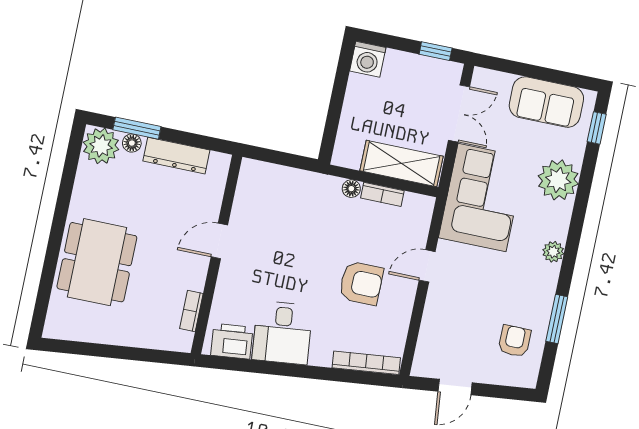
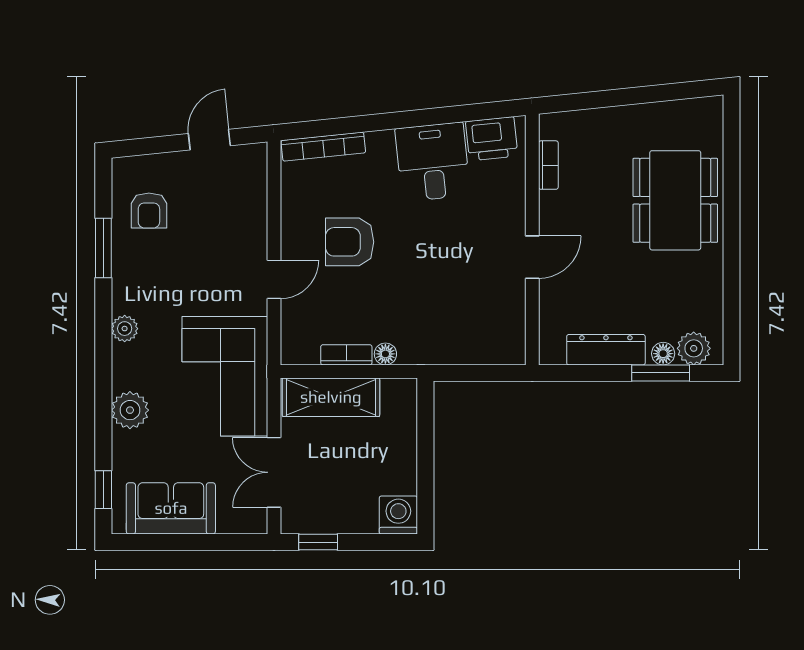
plant: (101, 146) -> (694, 348), width x0.73, depth x0.73
plant: (558, 180) -> (130, 410), width x0.73, depth x0.73

